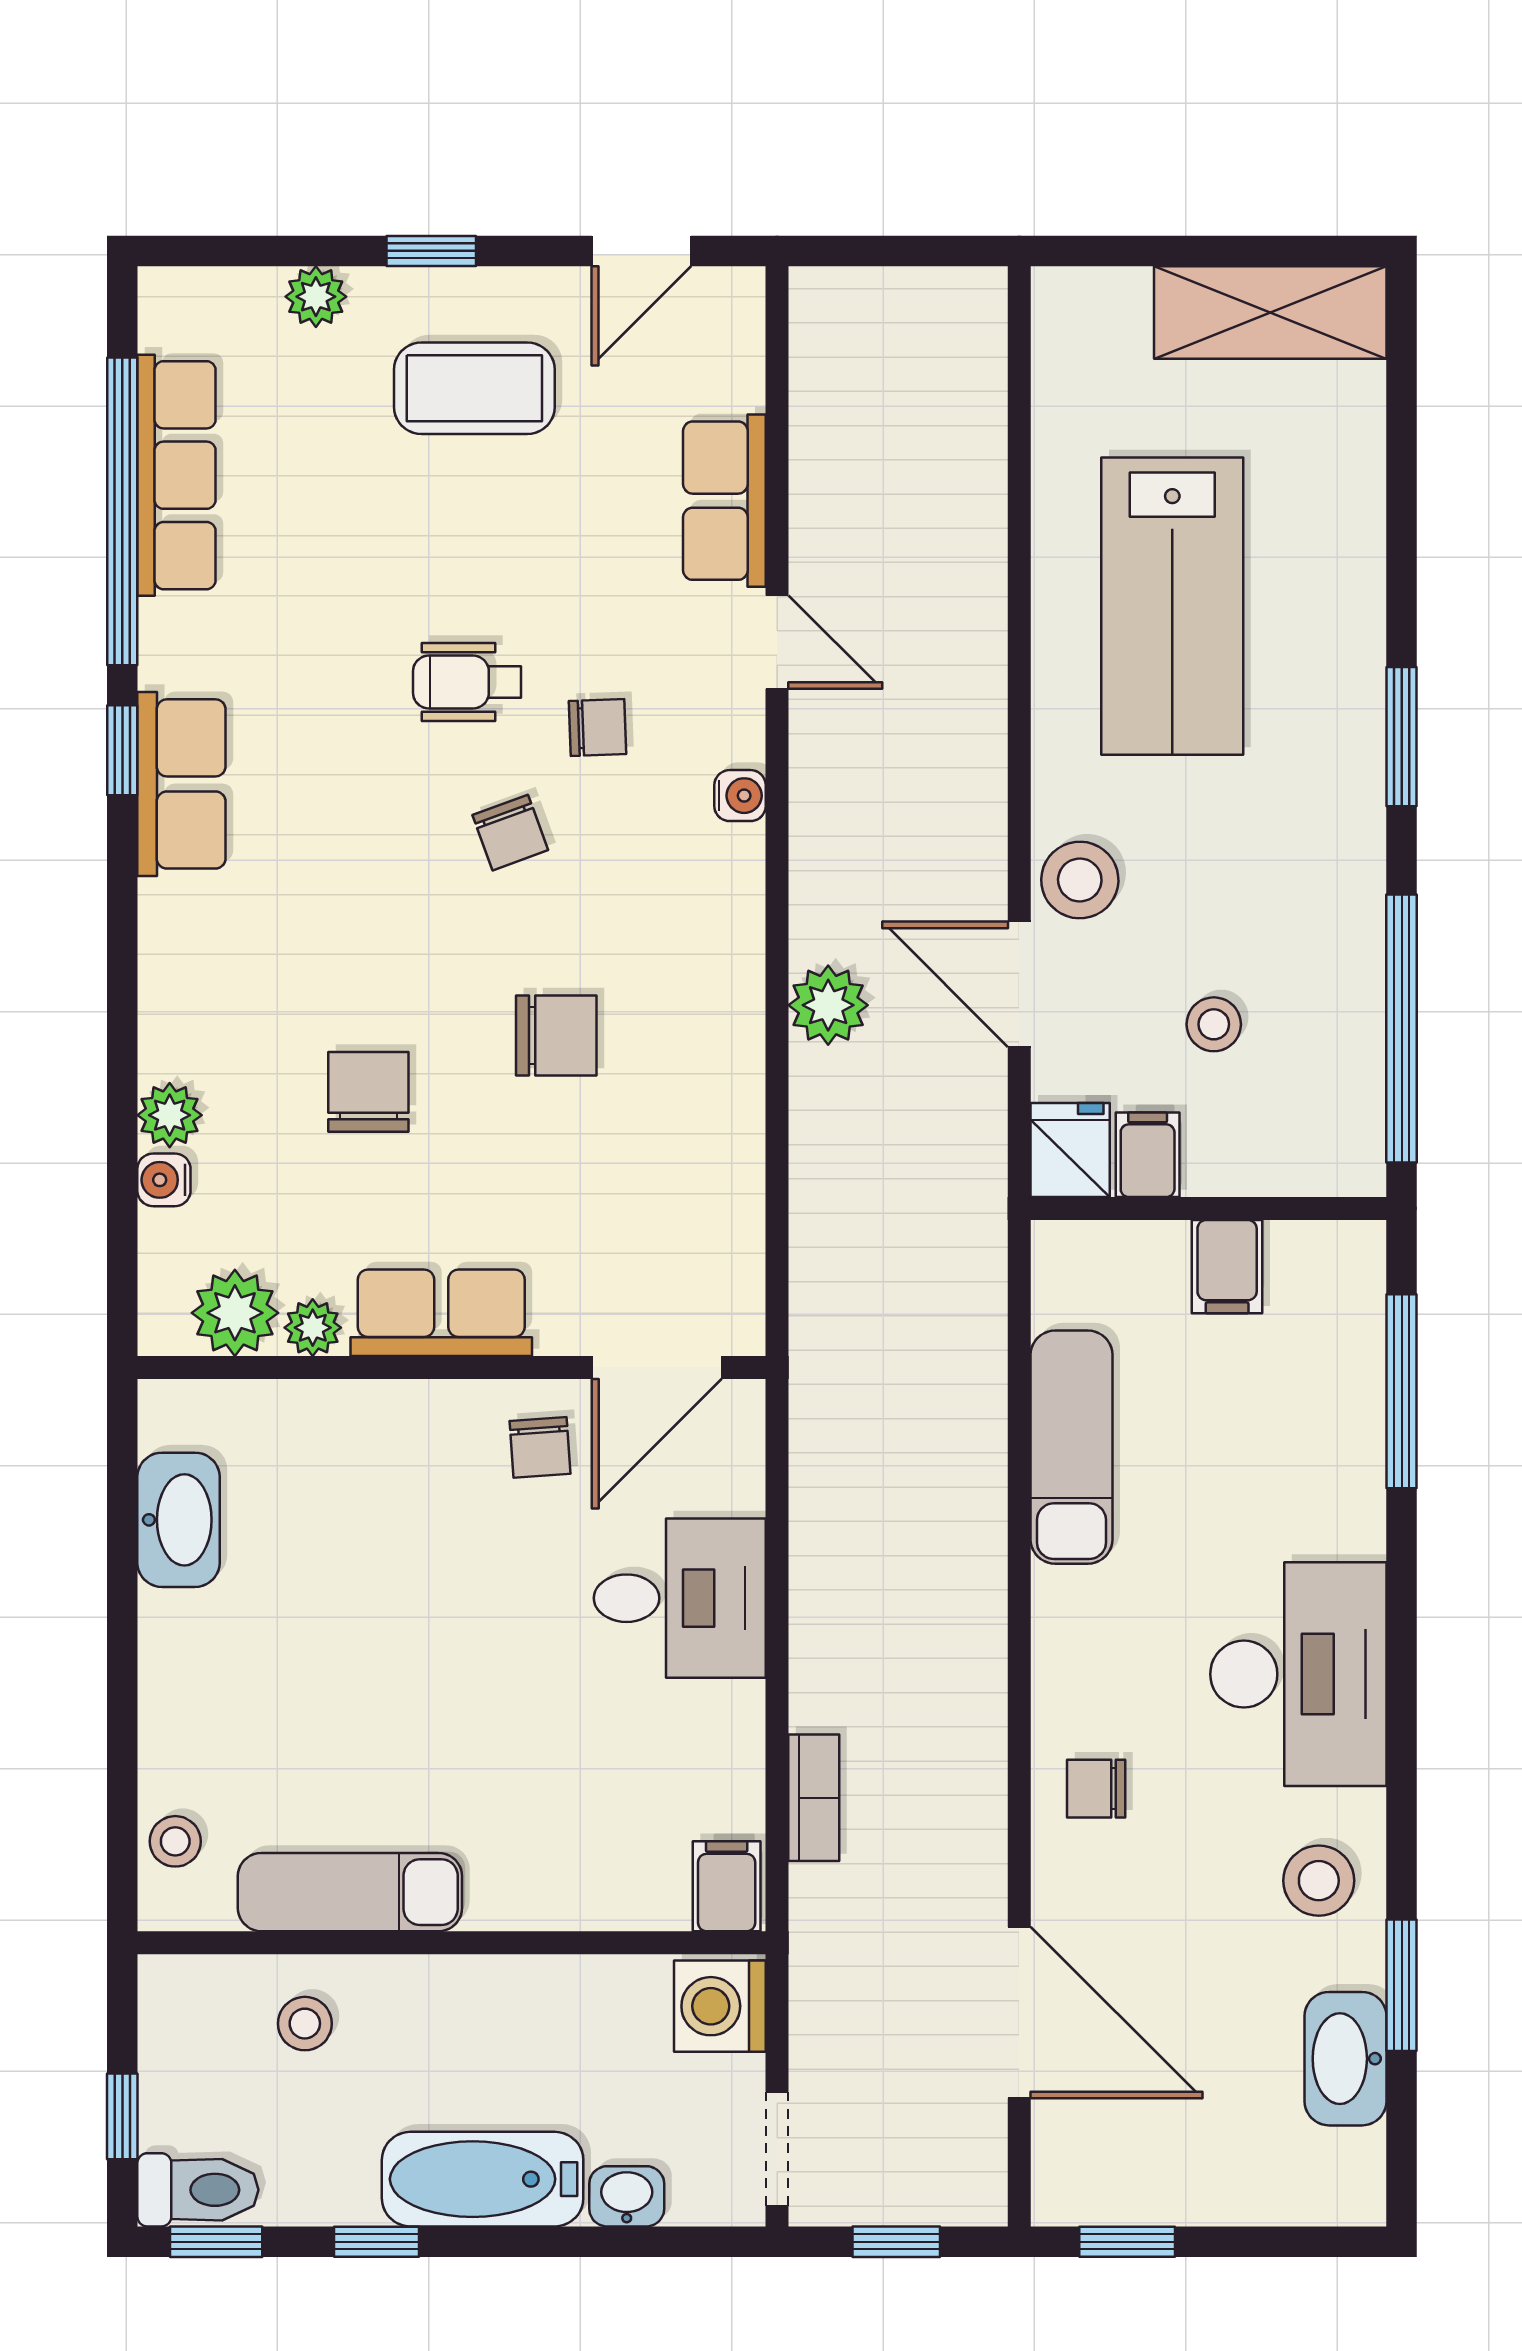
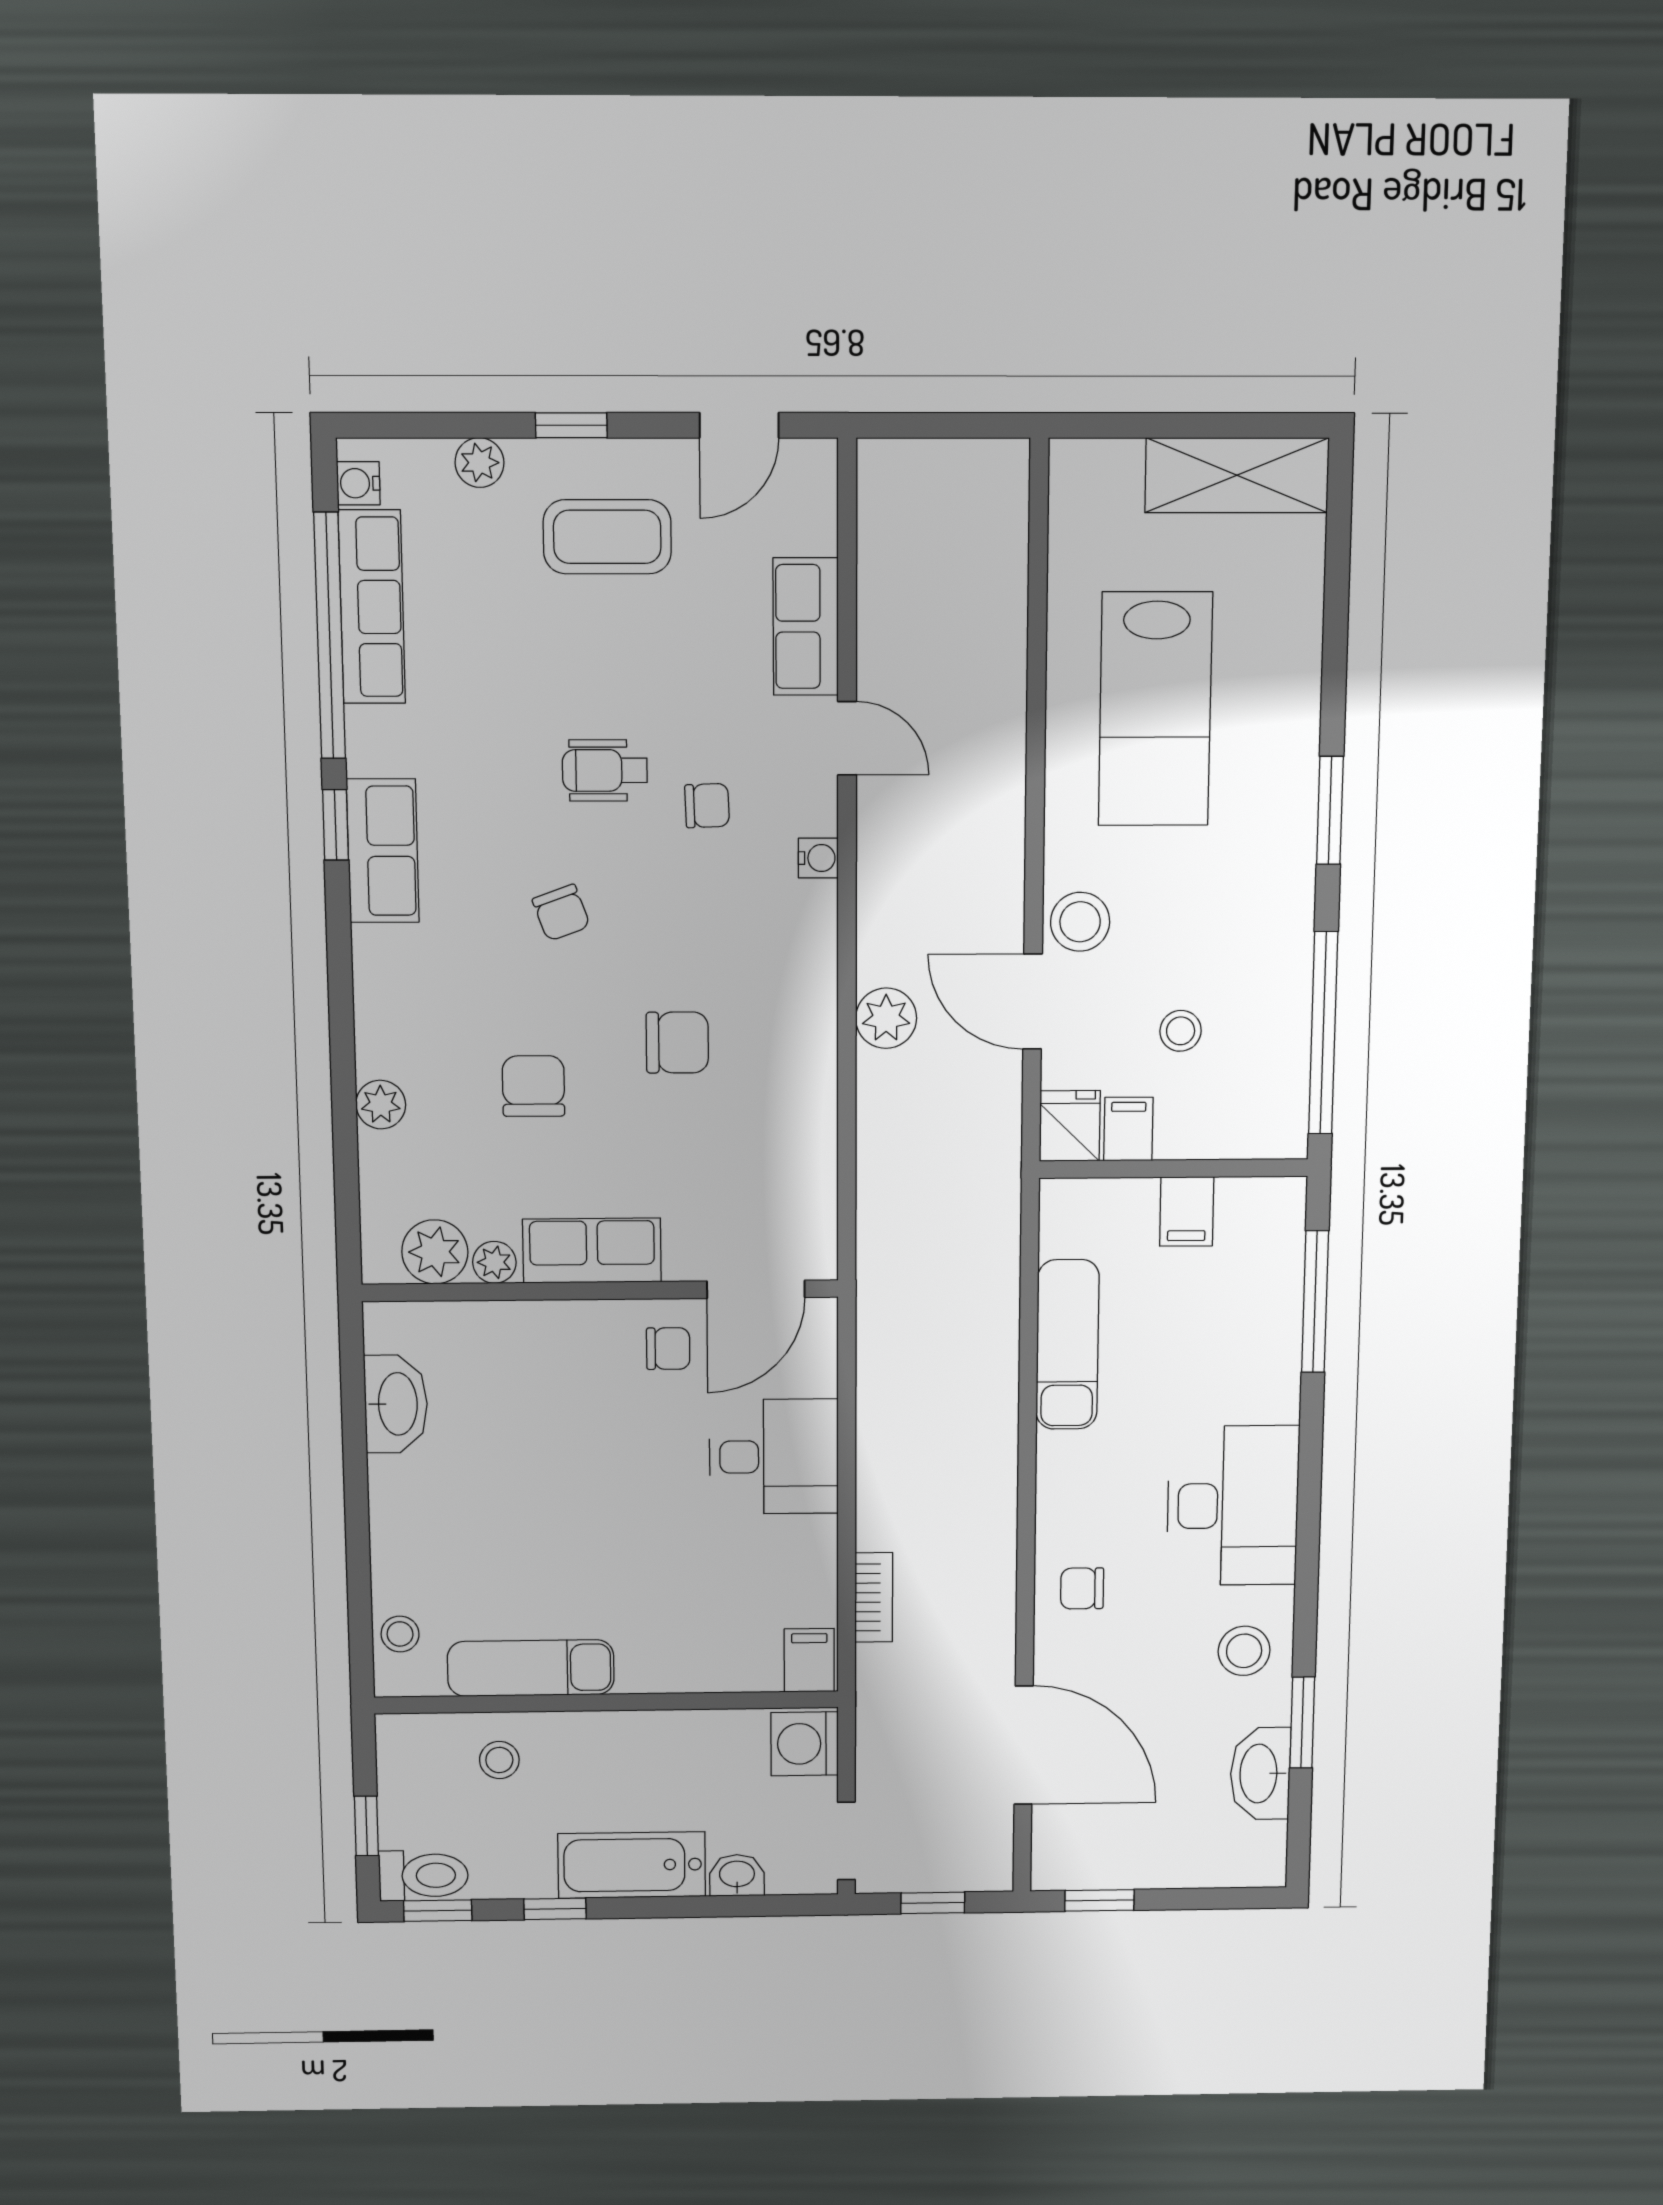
chair: (510, 833) -> (561, 913), moved
water cooler: (164, 1180) -> (358, 483), moved
chair: (540, 1447) -> (668, 1349), turned -86

